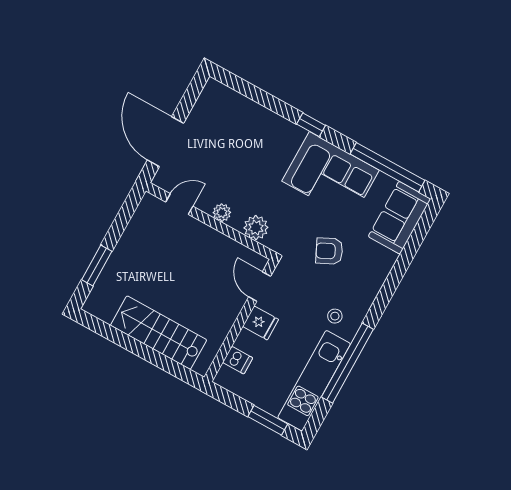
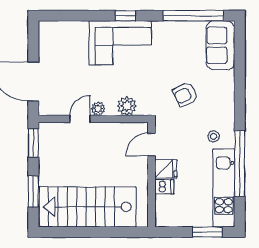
corner sofa: (331, 176) -> (120, 43), moved
door: (179, 204) -> (80, 119), moved
window: (127, 211) -> (33, 143), added
door: (260, 287) -> (152, 145), hinge flipped
stairs: (159, 333) -> (87, 207), width x1.36, depth x1.51
dishwasher: (238, 360) -> (164, 187), moved

